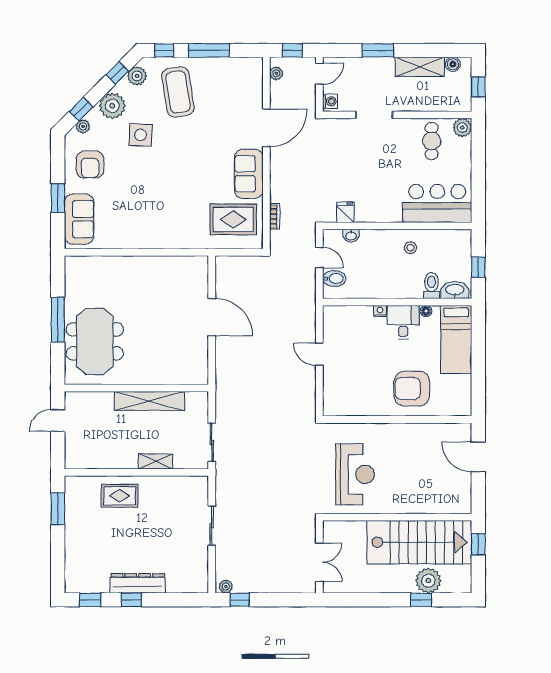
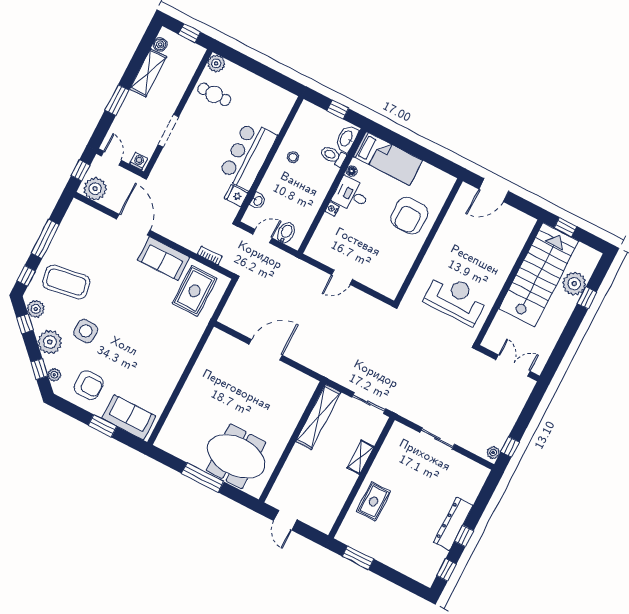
plant: (276, 73) -> (95, 189), width x1.87, depth x1.87
bar counter: (437, 203) -> (248, 155), moved
shelving: (149, 401) -> (318, 417), moved

